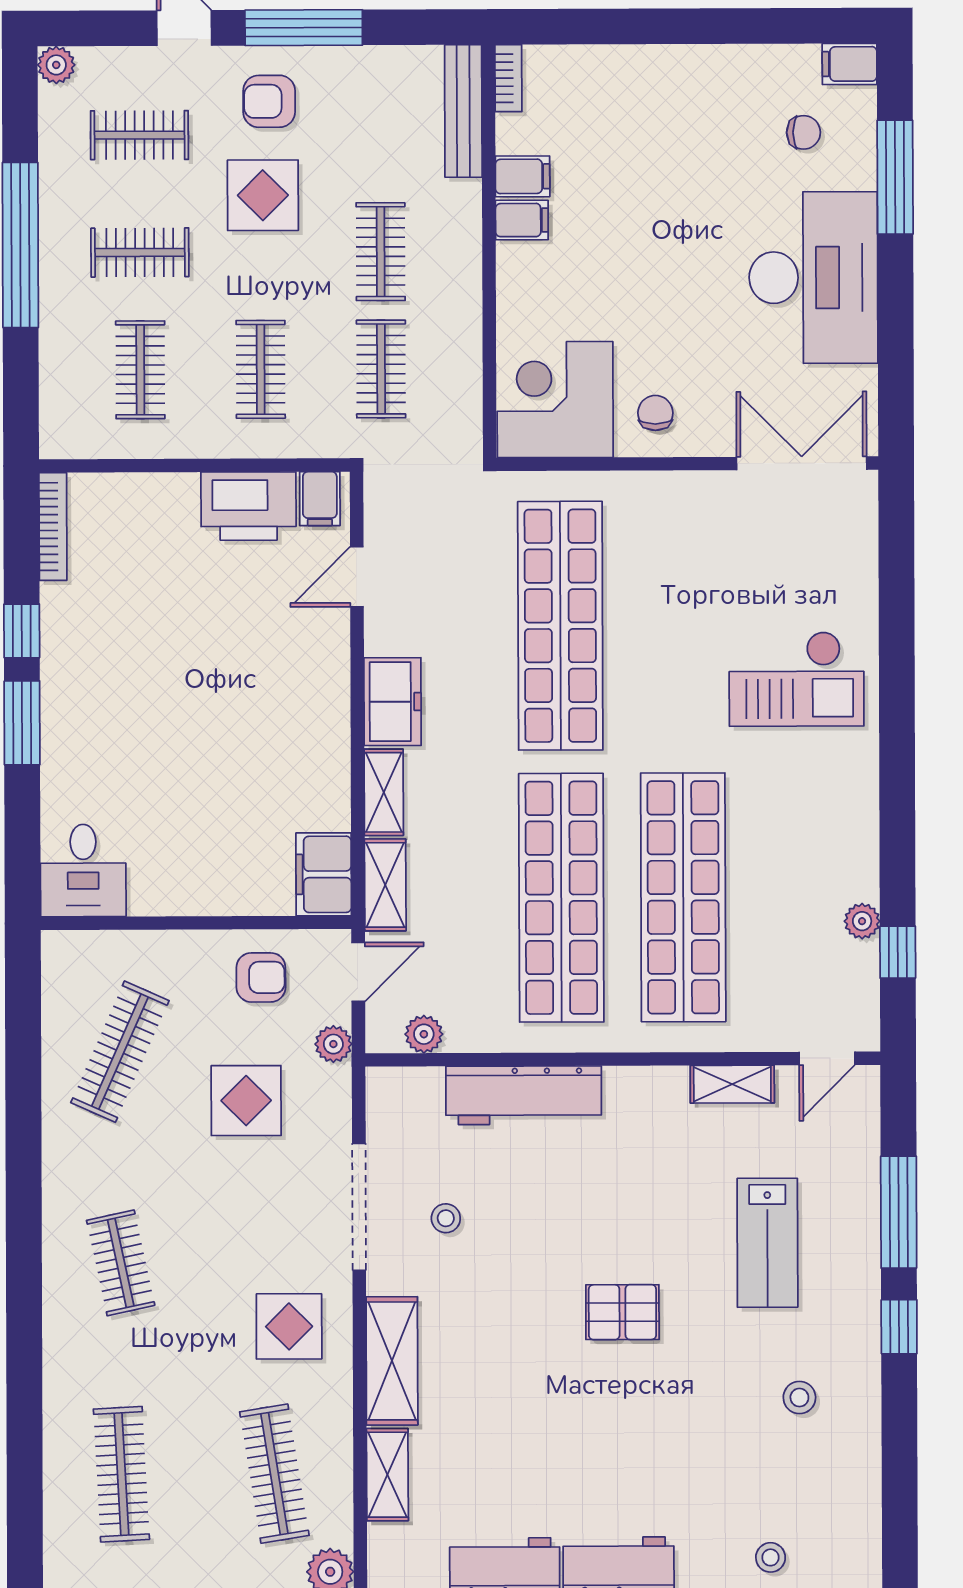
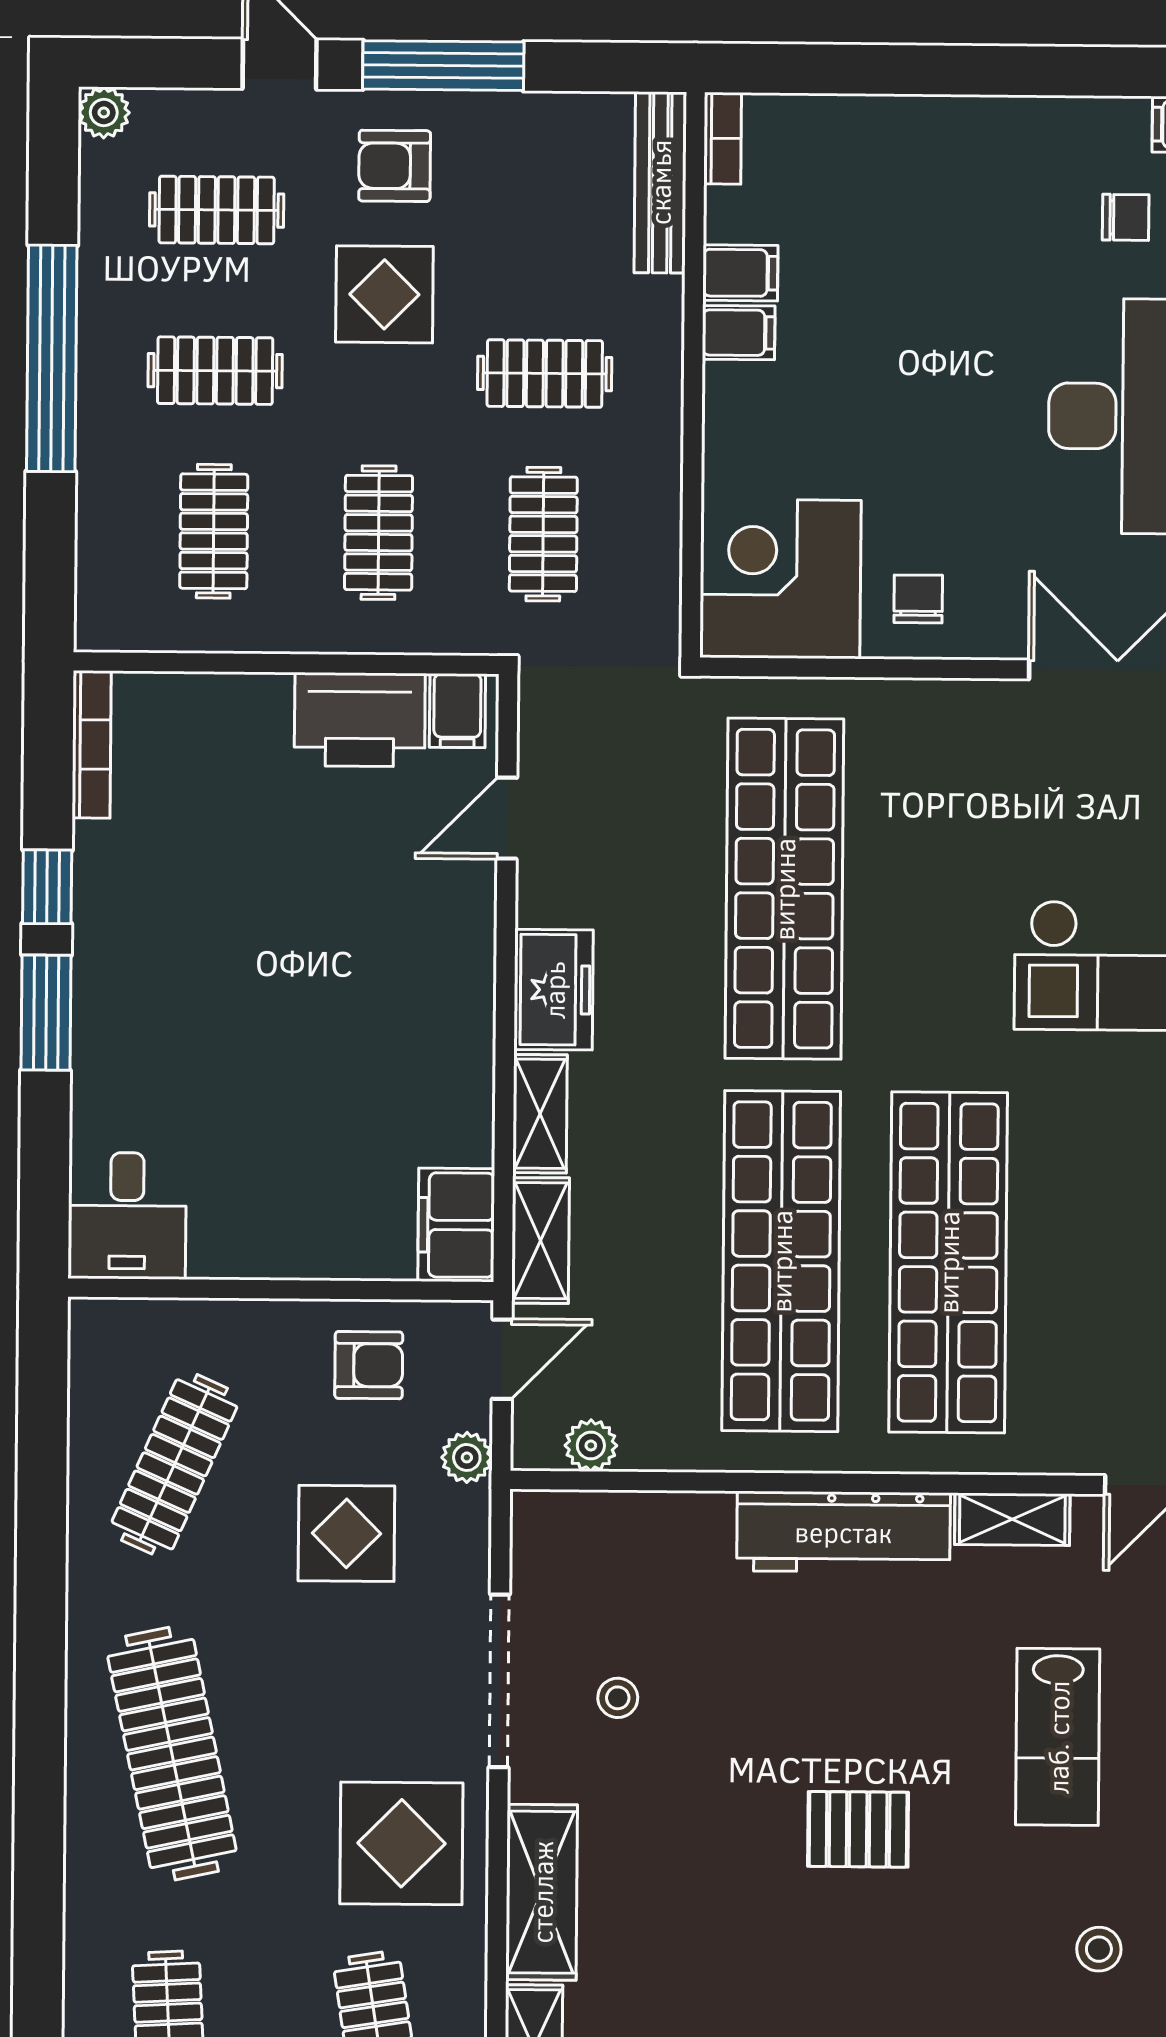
clothes rail: (381, 252) -> (545, 374), turned 90
workbench: (524, 1095) -> (843, 1532), moved
clothes rail: (121, 1263) -> (172, 1754), width x1.86, depth x1.31
display table: (289, 1326) -> (401, 1843), width x1.36, depth x1.36

